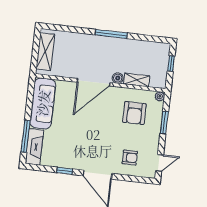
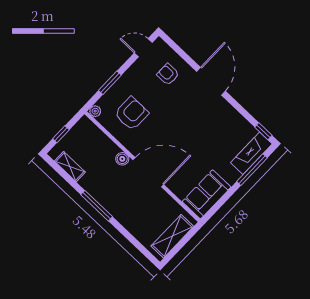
shelving: (137, 80) -> (70, 167), moved
sofa: (43, 103) -> (207, 194), width x0.73
window: (65, 171) -> (263, 131), moved

